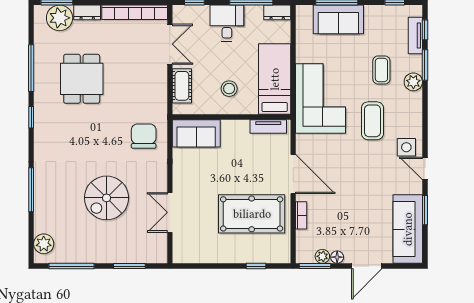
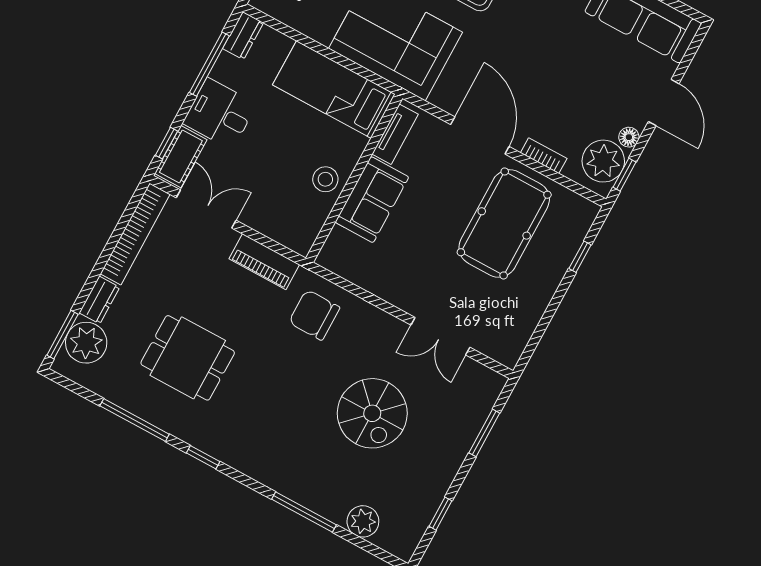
cot: (182, 86) -> (181, 157), moved, turned 90
stool: (229, 89) -> (325, 179), moved
piano: (158, 92) -> (264, 262), added
sofa: (196, 133) -> (372, 200), moved
door: (293, 174) -> (480, 135), hinge flipped
plant: (44, 244) -> (363, 521), moved
plant: (322, 256) -> (603, 161), width x1.87, depth x1.87
window: (71, 266) -> (441, 514), width x0.46
window: (315, 266) -> (625, 175), width x0.67

